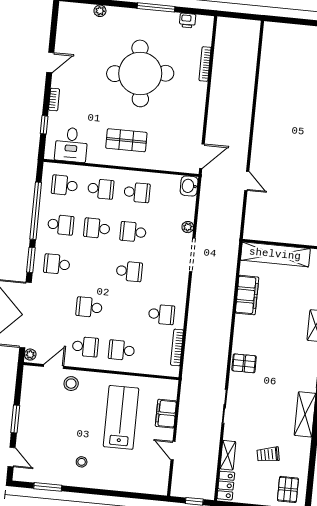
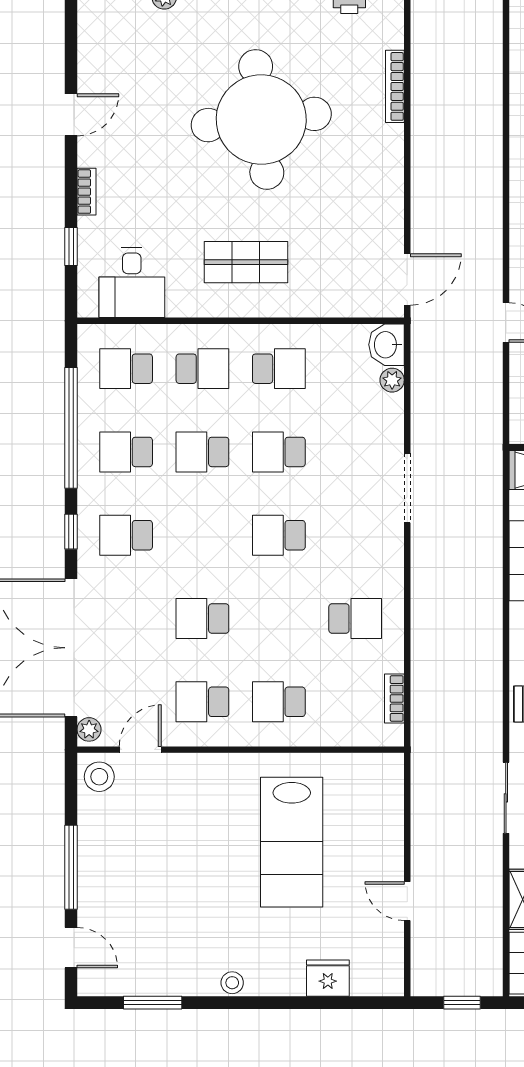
school desk: (61, 225) -> (126, 452), turned 180
plant: (188, 227) -> (392, 380), moved
window: (31, 260) -> (71, 532), width x0.67
school desk: (129, 271) -> (279, 535), turned 180
school desk: (85, 347) -> (202, 702), turned 180
bookcase: (177, 347) -> (394, 698), width x0.64
stool: (71, 384) -> (99, 777), moved
filing cabinet: (166, 414) -> (385, 825), removed
lab bench: (121, 417) -> (292, 842), turned 180
window: (15, 419) -> (71, 867), width x1.44
stool: (82, 462) -> (232, 983), moved
fridge: (132, 483) -> (328, 978), added

